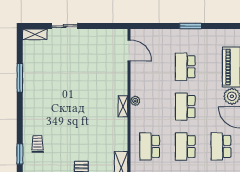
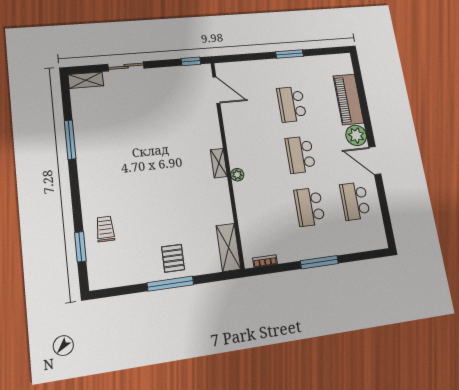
window: (113, 26) -> (191, 61), added
plant: (135, 101) -> (237, 175), moved
school desk: (150, 146) -> (263, 213), removed

